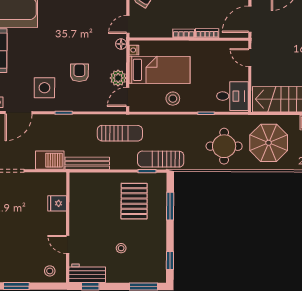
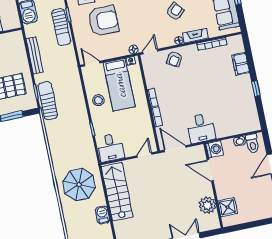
door: (128, 24) -> (150, 52), hinge flipped
armchair: (79, 73) -> (103, 21), width x1.88, depth x1.88
plant: (118, 78) -> (106, 53), removed
sun lounger: (120, 133) -> (61, 27), moved
round table: (224, 146) -> (69, 149), removed
bench: (87, 163) -> (35, 55), moved

